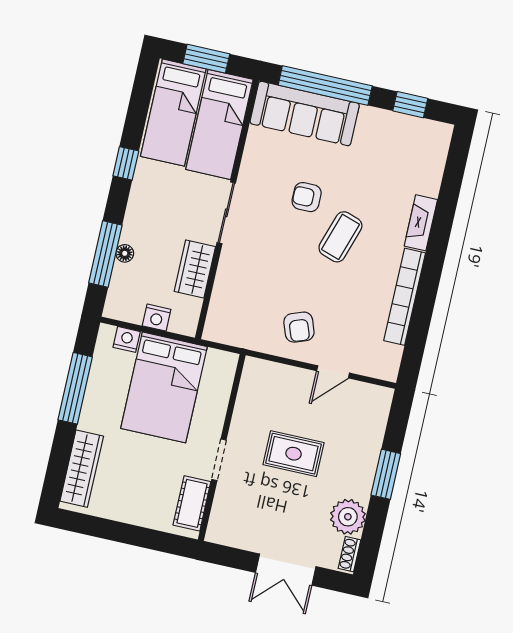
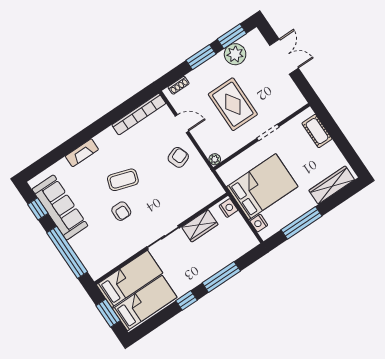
sofa: (305, 113) -> (60, 207), moved
floor lamp: (125, 253) -> (224, 261), removed
window: (105, 254) -> (221, 277), moved
bookcase: (405, 297) -> (139, 114), moved
nightstand: (157, 318) -> (228, 208), moved
plant: (253, 367) -> (215, 159), added
rug: (294, 454) -> (233, 104), width x1.36, depth x1.43
cot: (192, 503) -> (317, 131), moved, turned 90
window: (372, 535) -> (232, 36), added
shoe rack: (349, 554) -> (179, 85), moved

